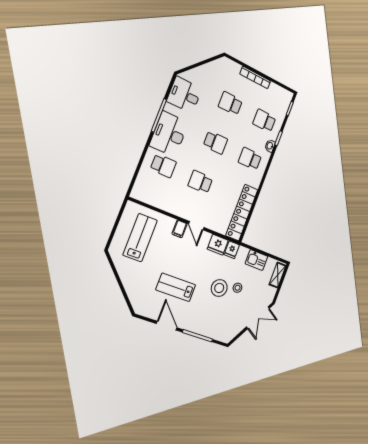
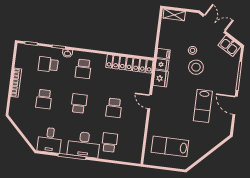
school desk: (264, 121) -> (48, 64), turned 90
door: (196, 226) -> (150, 102), swing flipped
filing cabinet: (180, 229) -> (163, 54), moved
kitchen sink: (256, 260) -> (229, 46), moved, turned 121
door: (167, 326) -> (235, 105), hinge flipped

